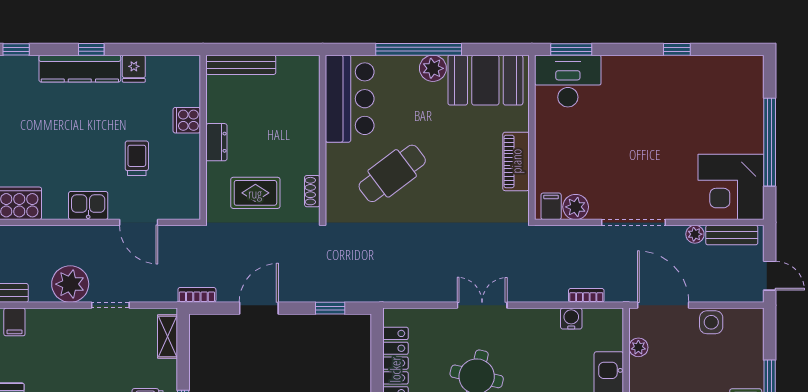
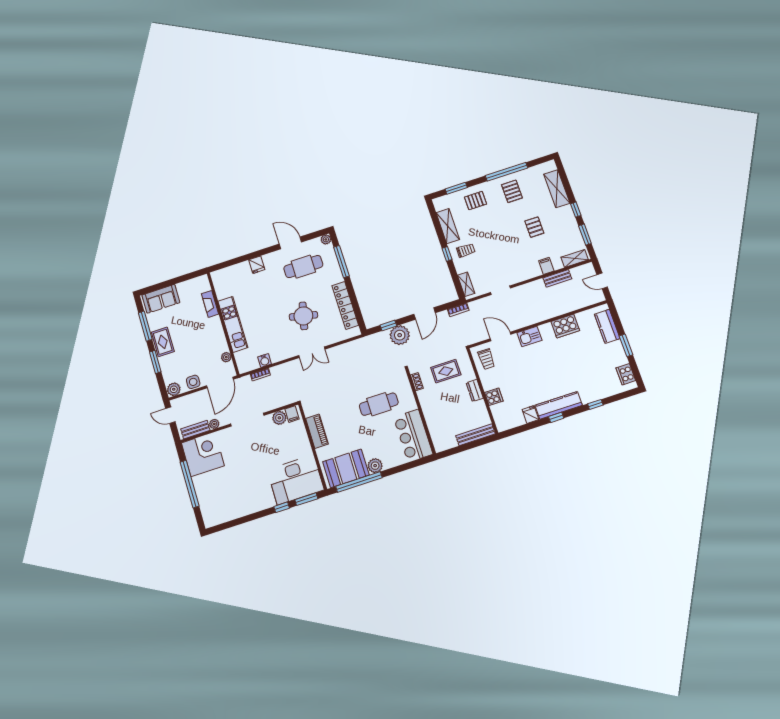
window: (419, 49) -> (359, 482), moved
window: (677, 49) -> (282, 507), moved
desk: (568, 81) -> (296, 480), width x1.36, depth x1.30
trolley: (137, 158) -> (486, 359), moved
cafe table: (392, 173) -> (379, 404), turned 37
plant: (70, 284) -> (400, 335), moved
door: (663, 305) -> (220, 382), hinge flipped
plant: (750, 320) -> (174, 389), added

